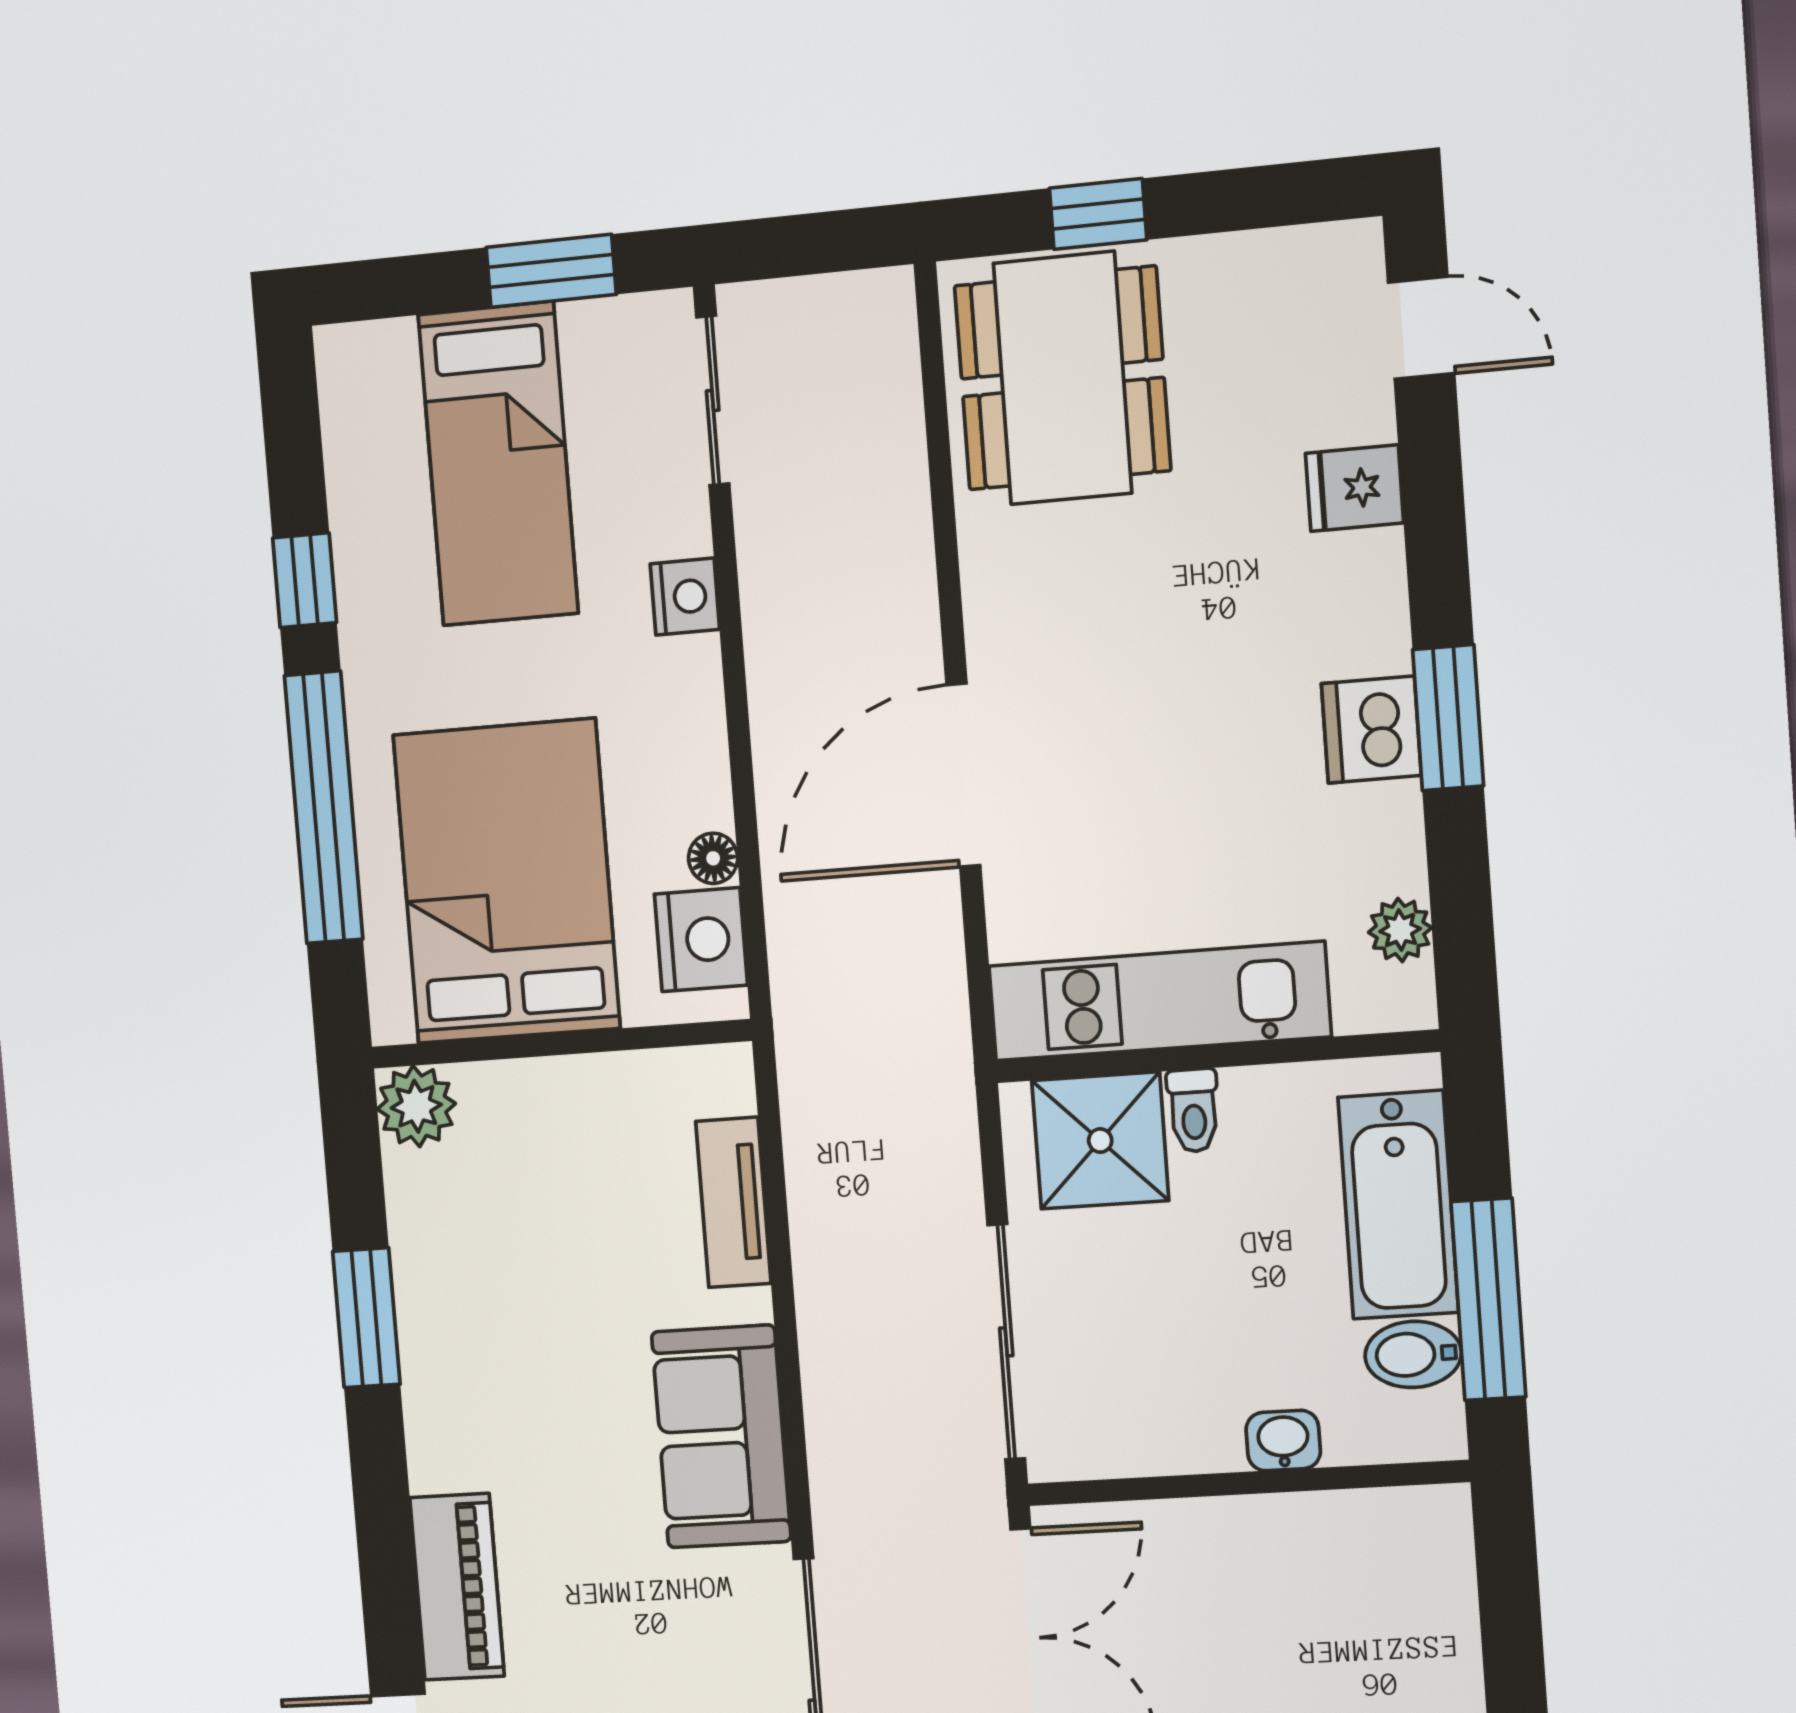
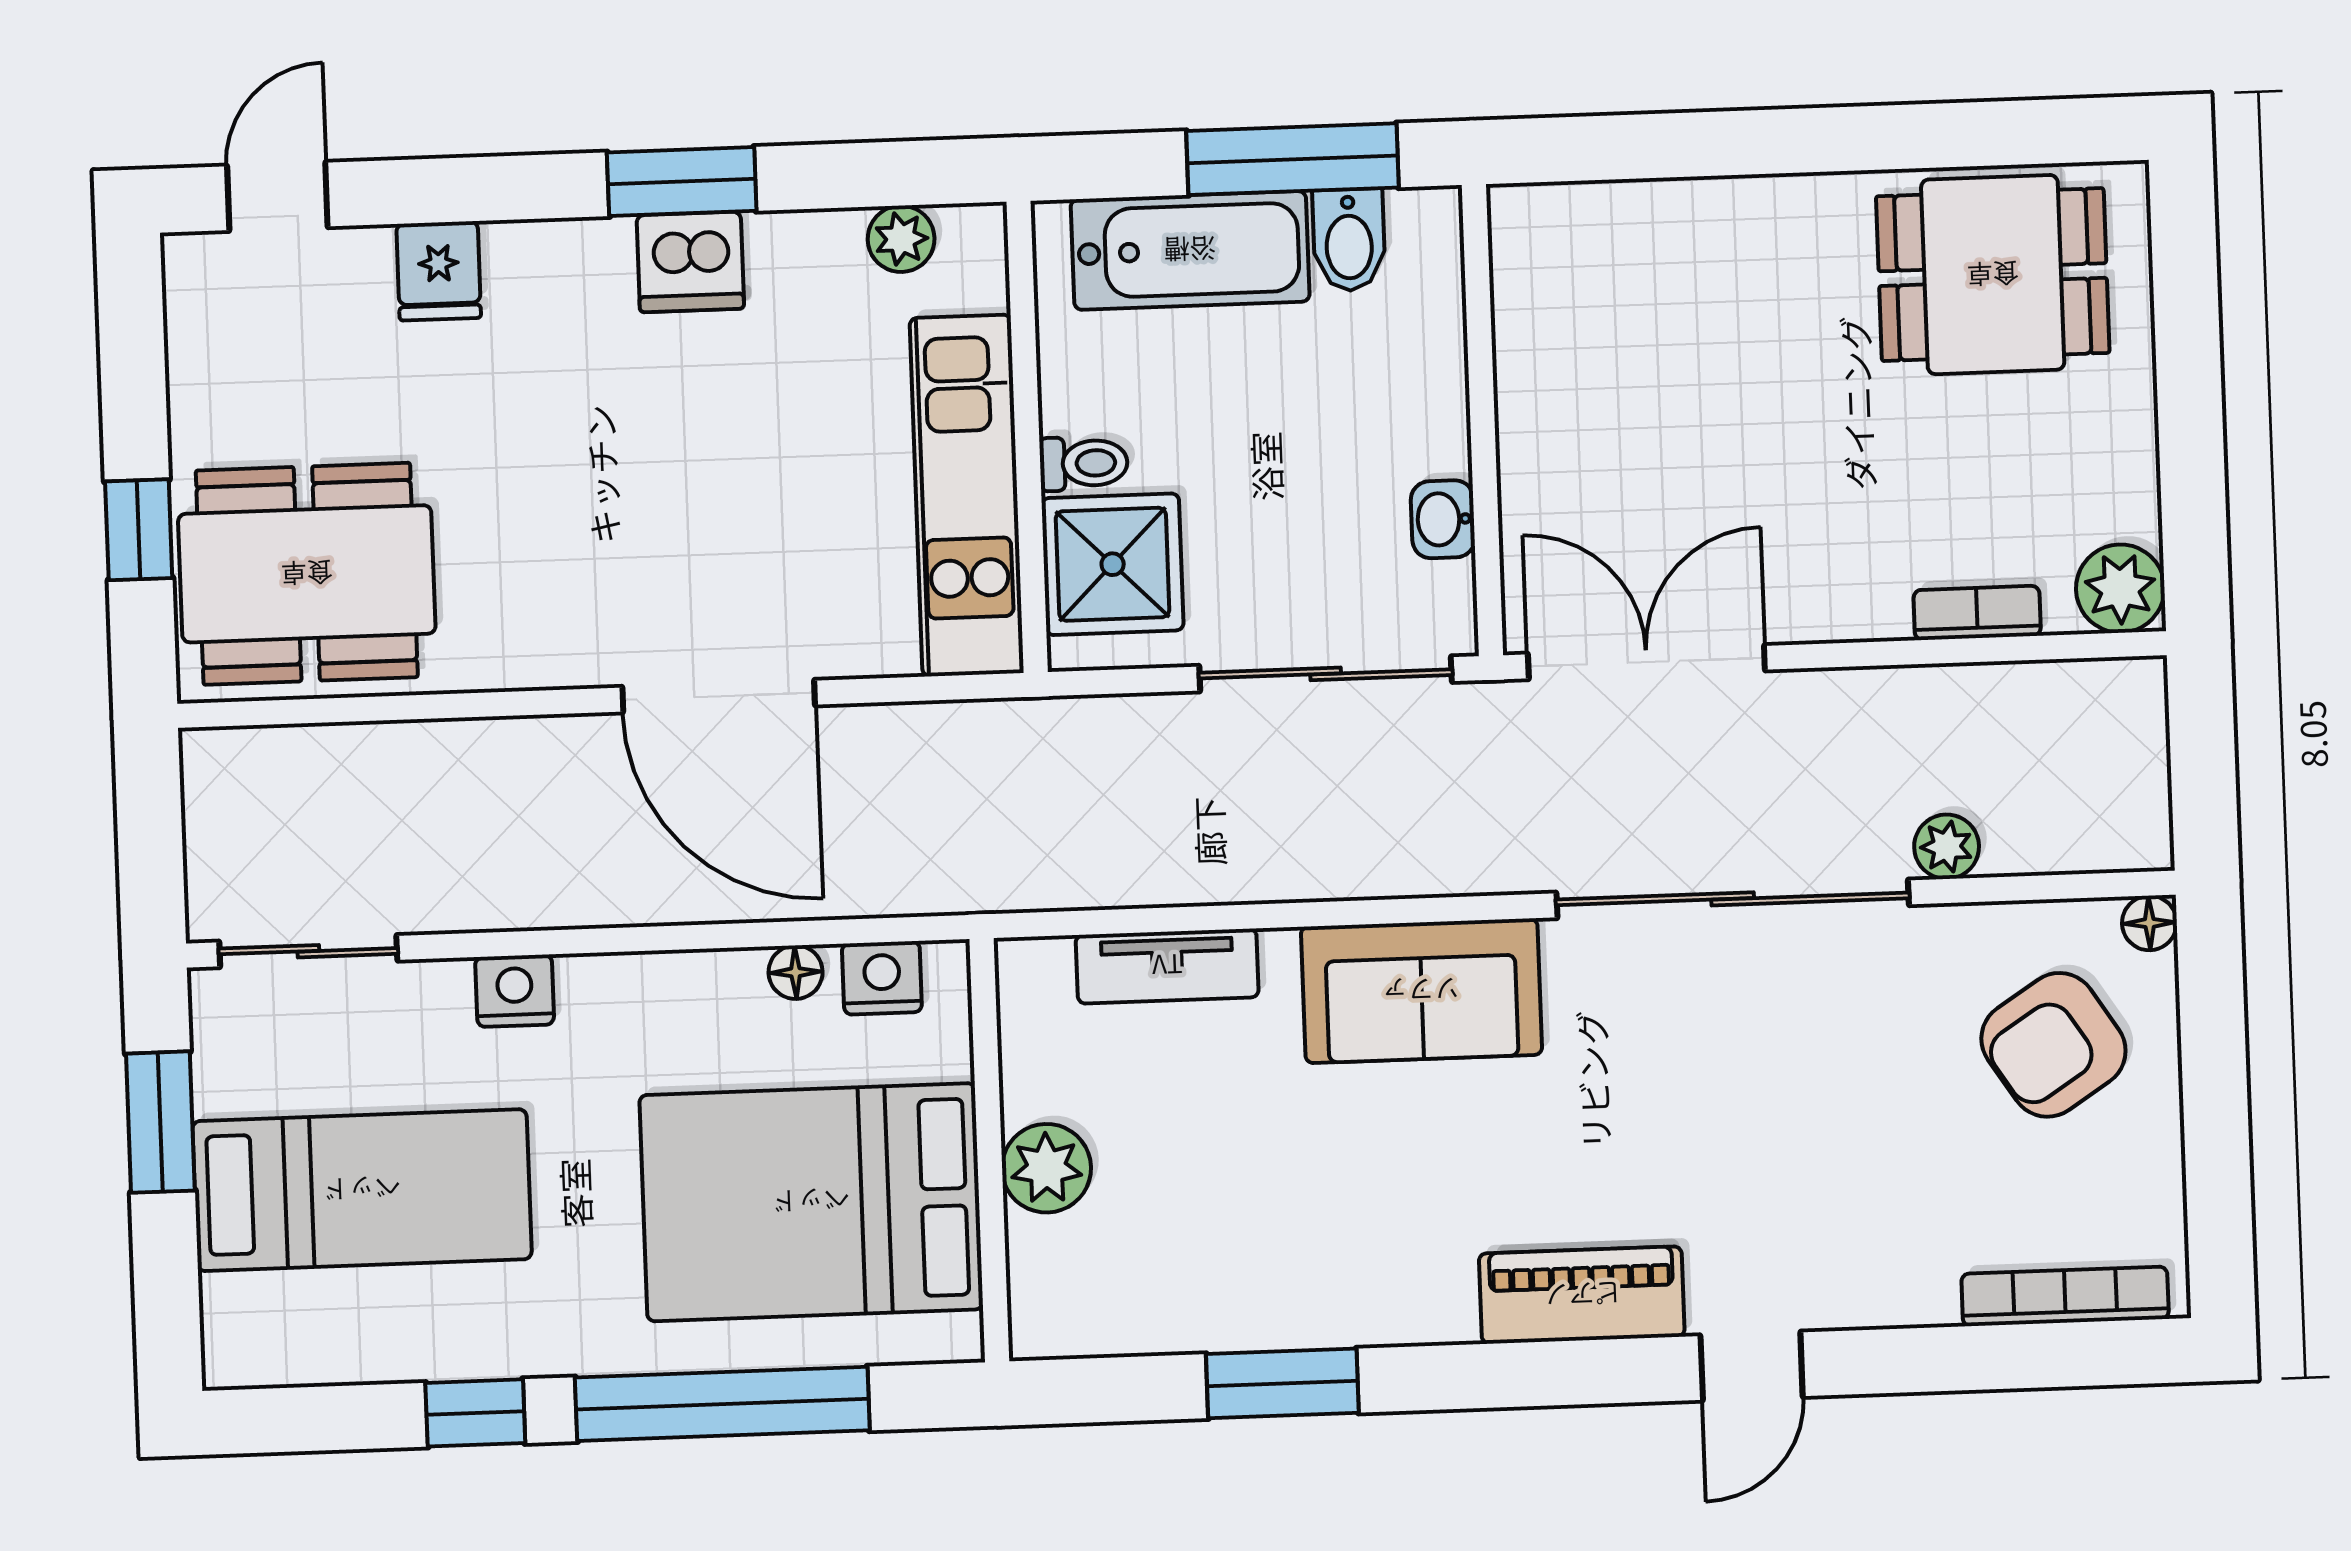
nightstand: (701, 940) -> (882, 978), width x0.74, depth x0.75
plant: (416, 1106) -> (1046, 1168), moved
washbasin: (1283, 1441) -> (1443, 519), moved

